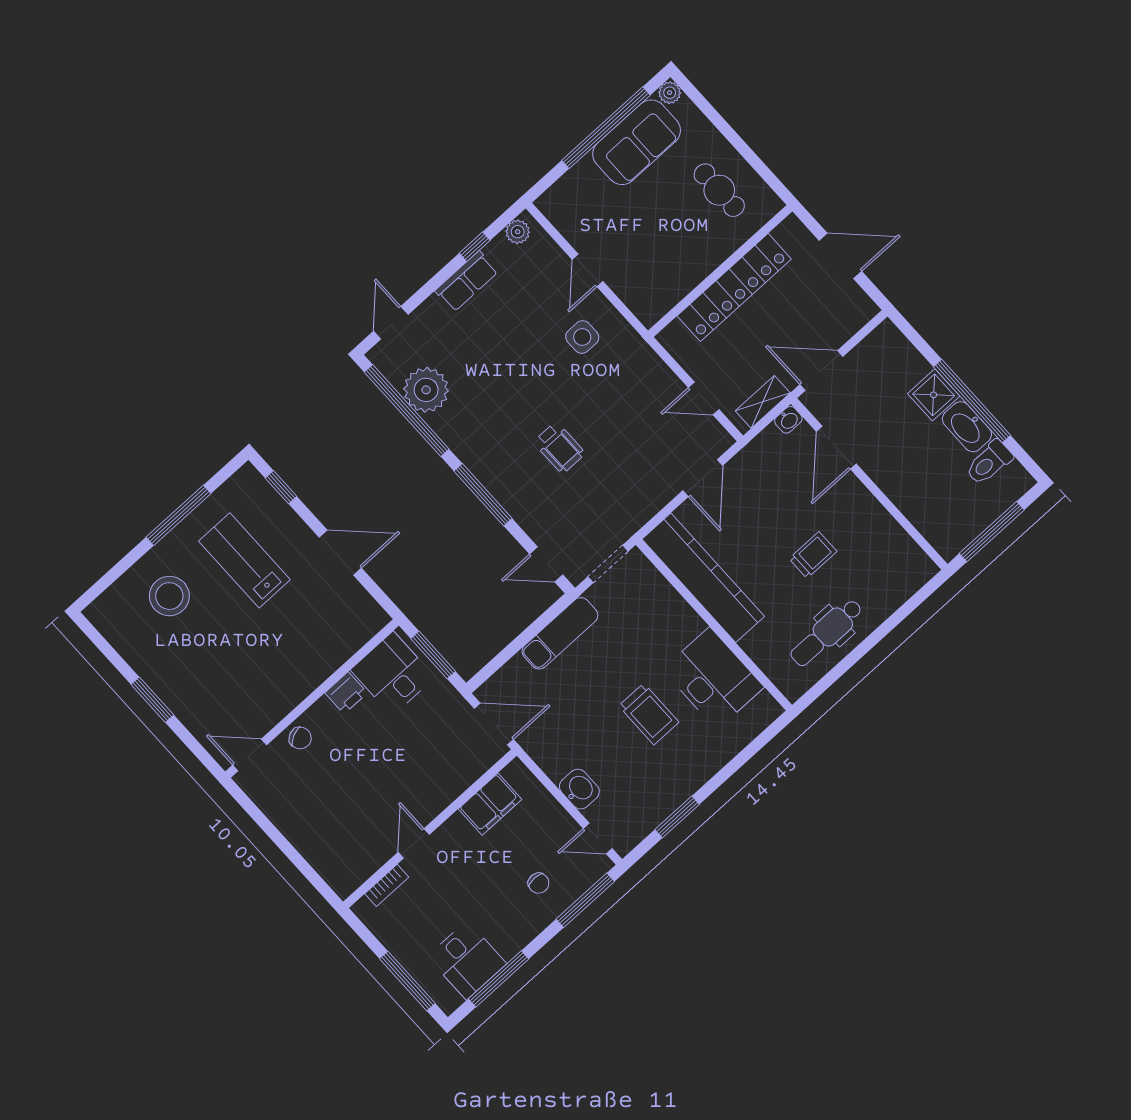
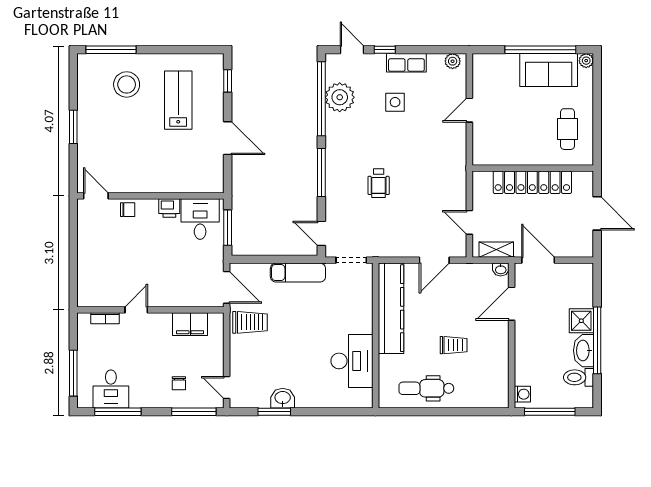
window: (475, 247) -> (385, 50), moved
door: (391, 323) -> (352, 50), hinge flipped
side table: (582, 337) -> (395, 102), moved
window: (179, 515) -> (111, 50), moved
washing machine: (942, 540) -> (522, 394), added
trolley: (649, 714) -> (250, 322), moved, turned -90
chair: (300, 738) -> (128, 210), turned -64
washbasin: (579, 789) -> (283, 398), moved, turned -90

